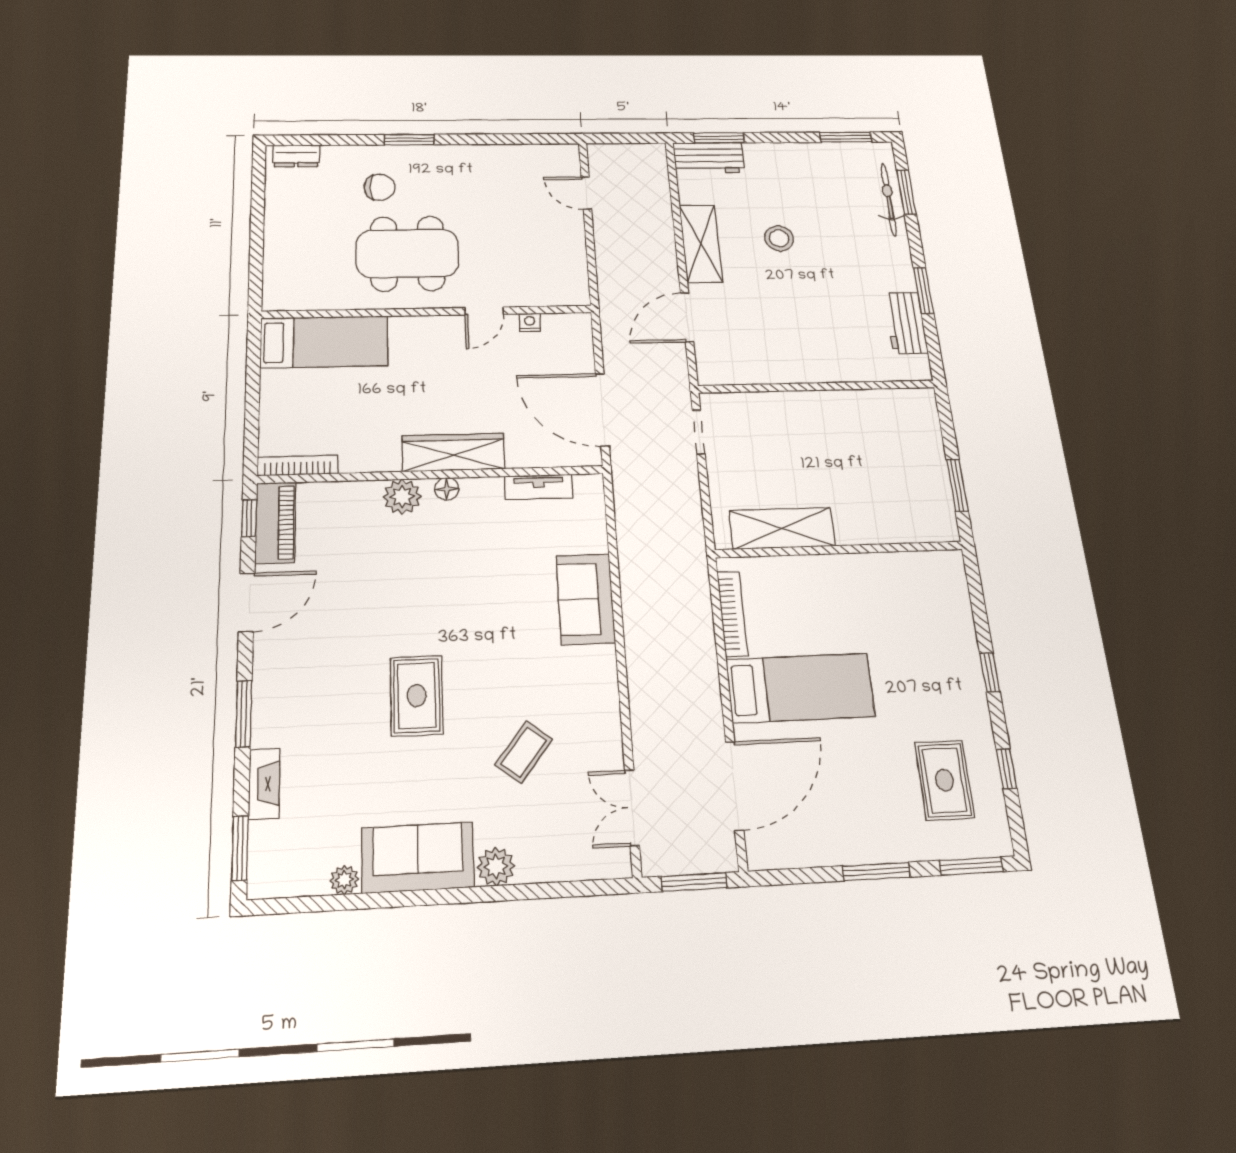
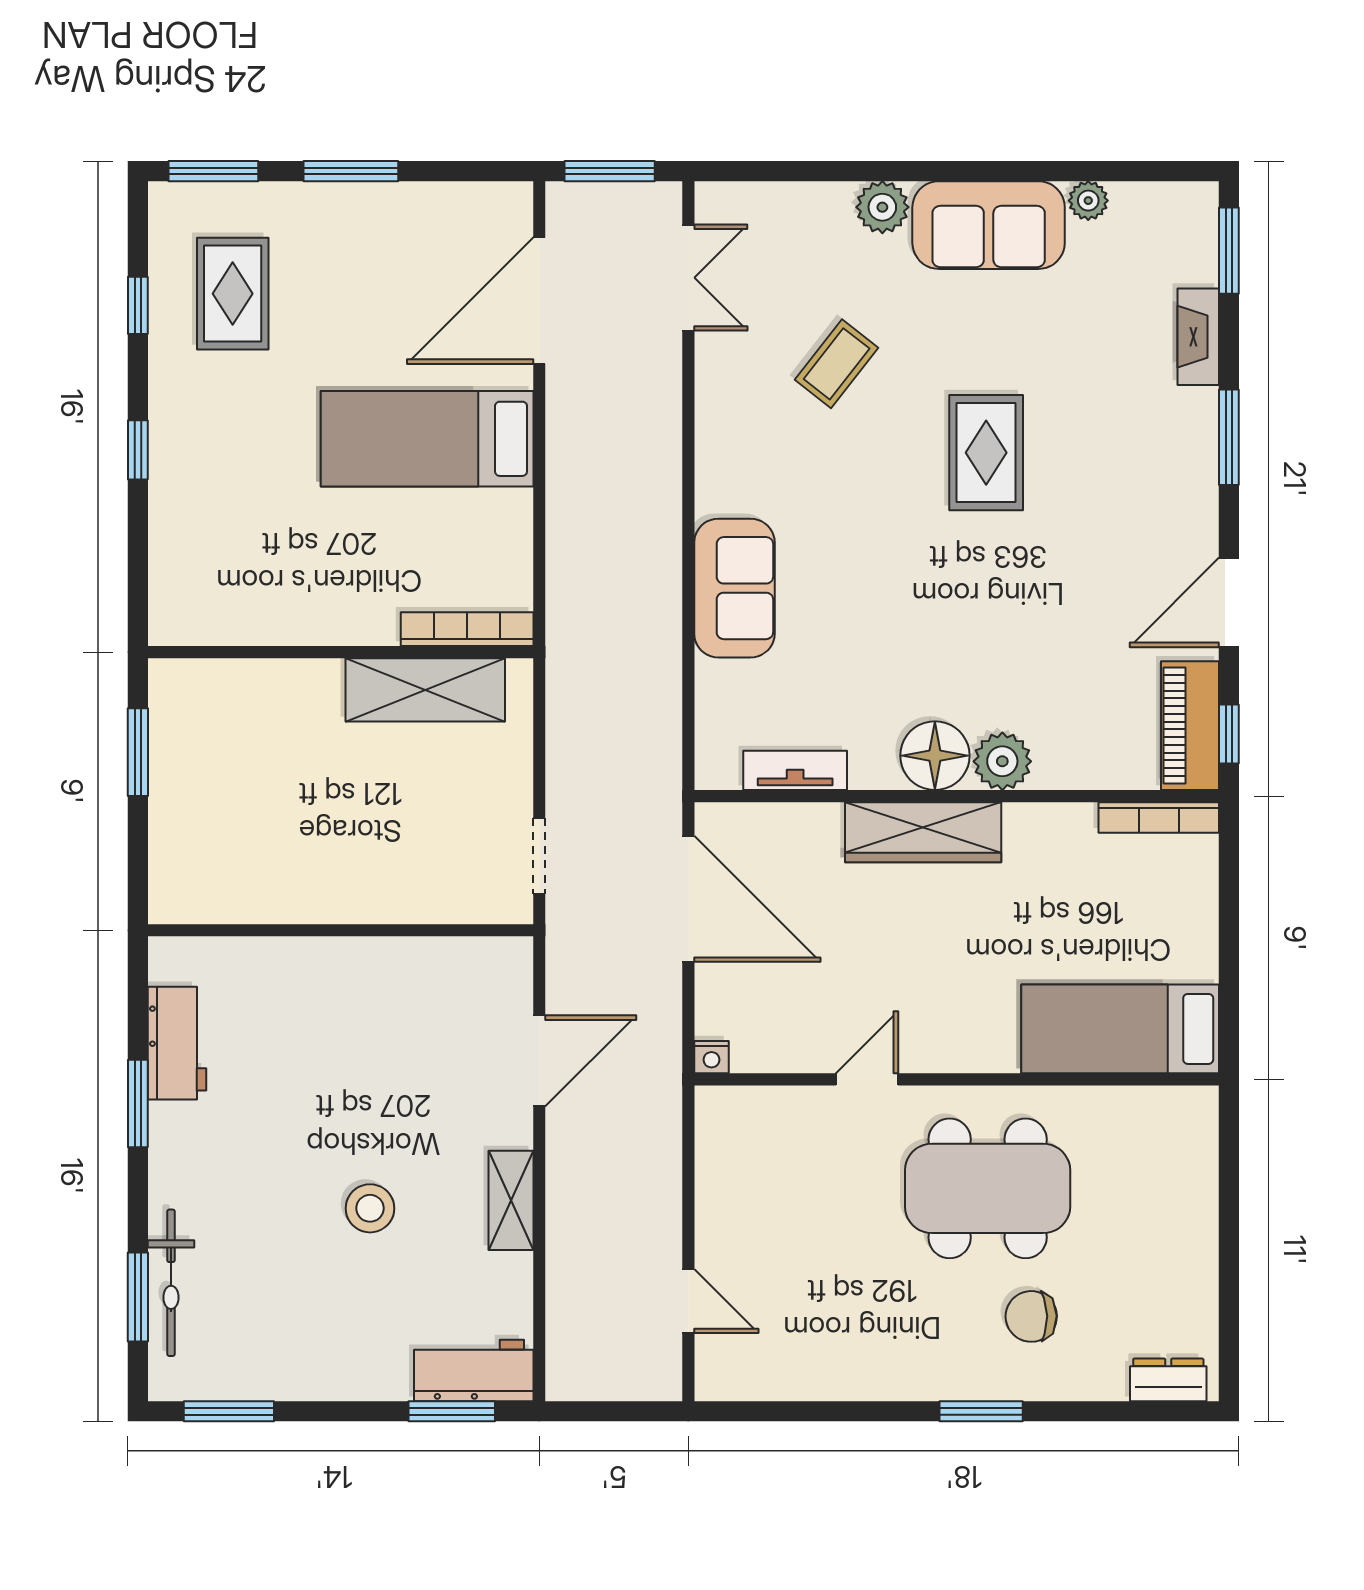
shelving: (701, 243) -> (511, 1200), width x0.67, depth x0.75
nightstand: (530, 322) -> (711, 1057), moved
floor lamp: (447, 489) -> (935, 756), width x1.89, depth x1.89
bookcase: (732, 613) -> (467, 629), moved, turned 90

